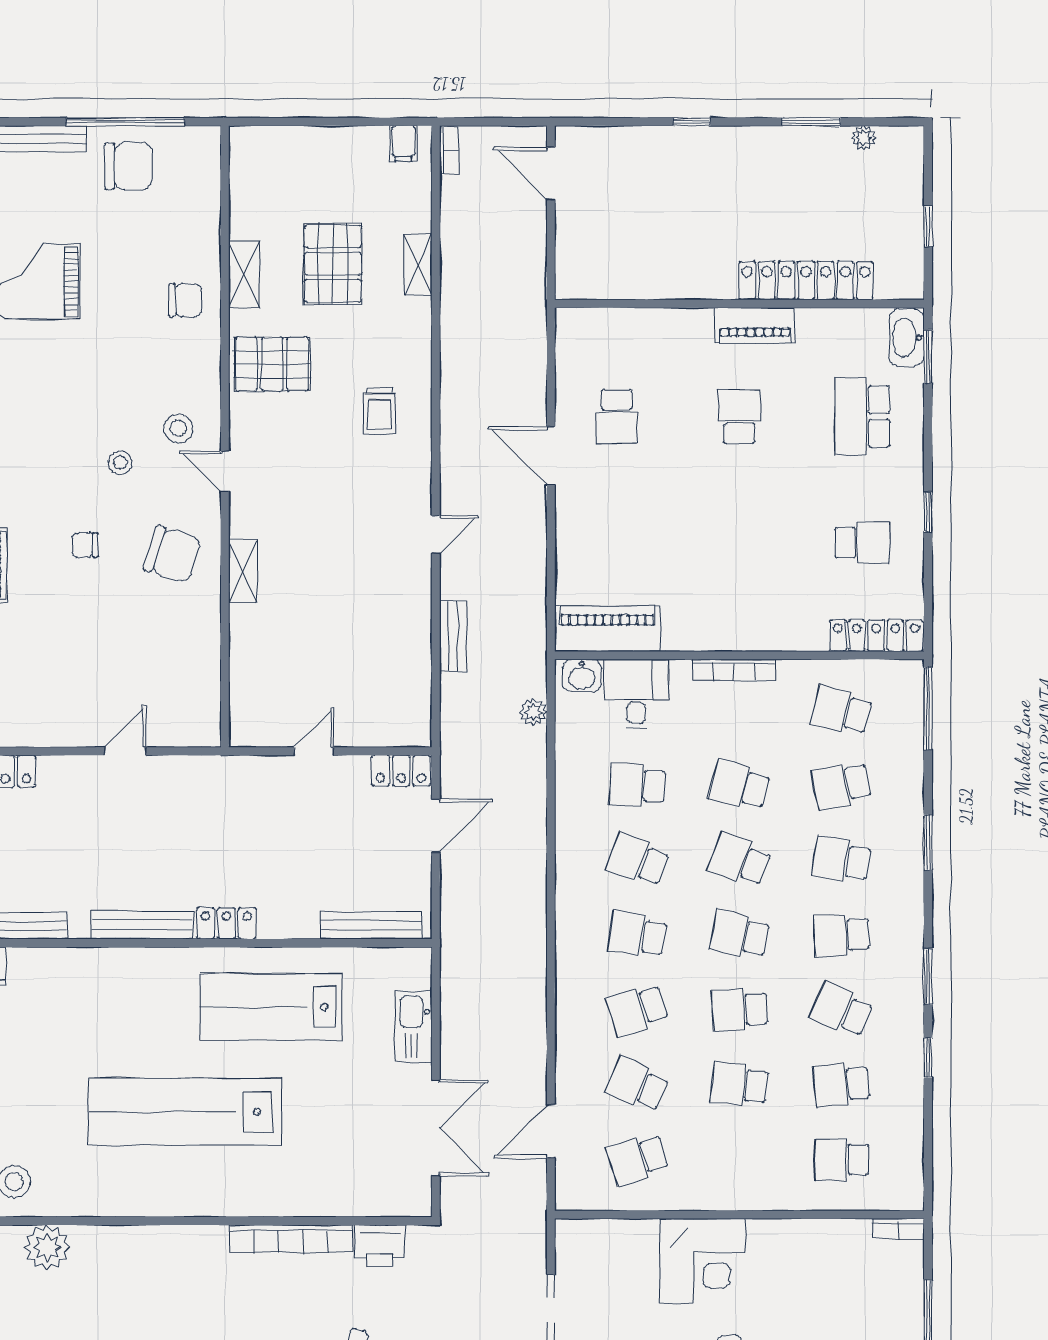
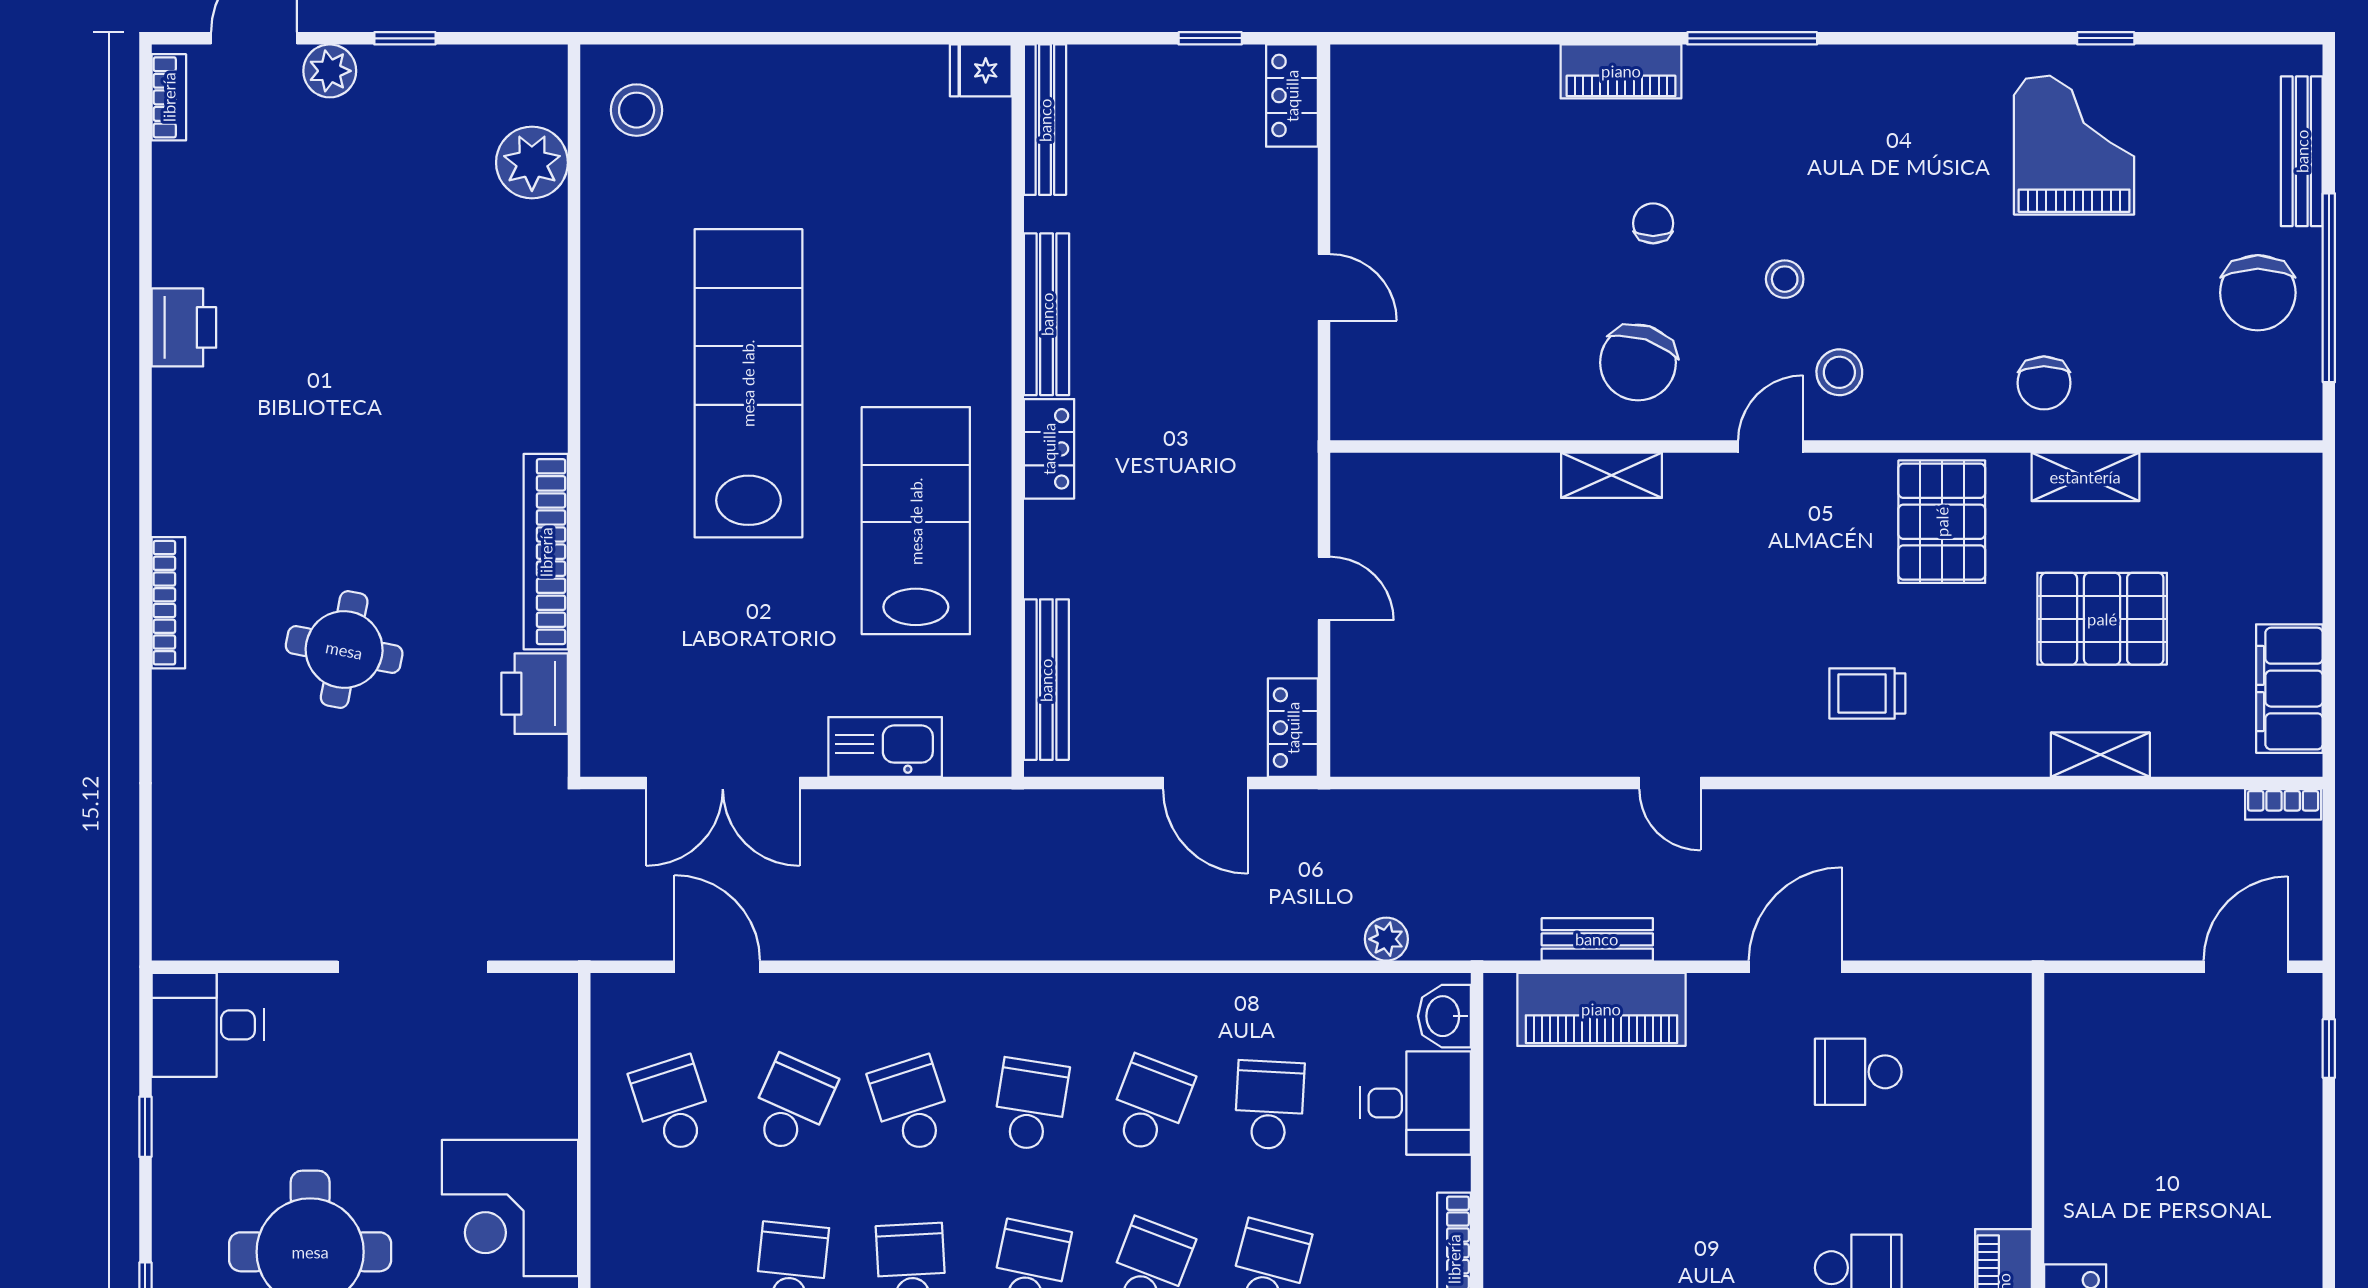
window: (692, 122) -> (2329, 1049), moved
filing cabinet: (403, 143) -> (2289, 689), width x3.00, depth x1.17
piano: (607, 629) -> (1601, 1009), moved, turned 90
bench: (453, 636) -> (1597, 939), moved

